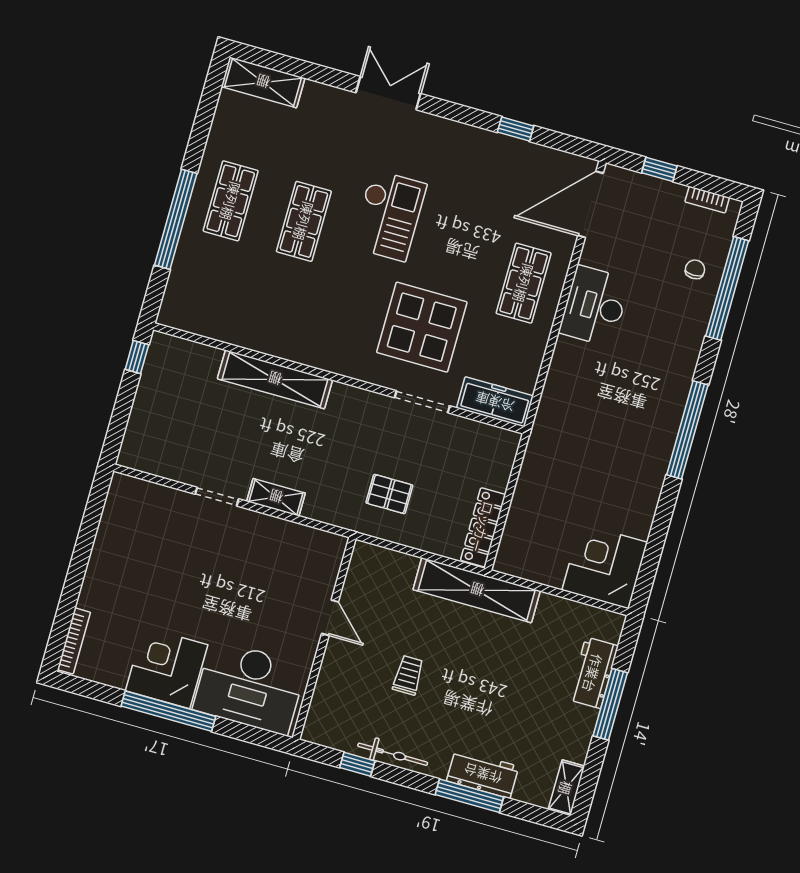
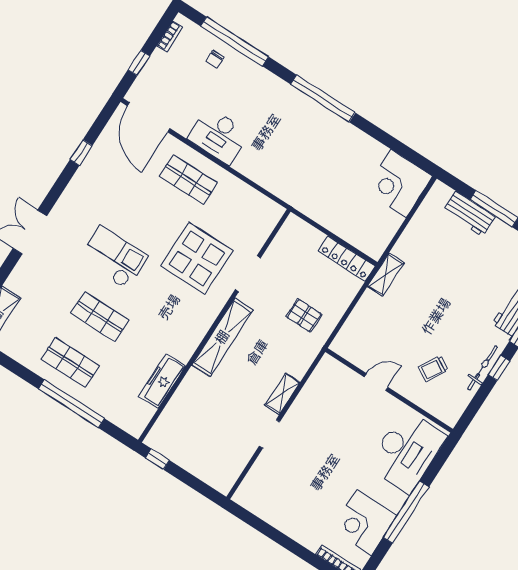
chair: (695, 269) -> (215, 59), turned -90
shelving: (275, 379) -> (222, 337), moved
freezer: (495, 402) -> (162, 381), moved
pallet: (389, 494) -> (304, 316), turned 90
shelving: (477, 590) -> (386, 275), width x0.45, depth x0.75
corner desk: (167, 668) -> (364, 523), moved
trolley: (408, 675) -> (433, 369), moved, turned -60
window: (357, 764) -> (499, 368), moved

